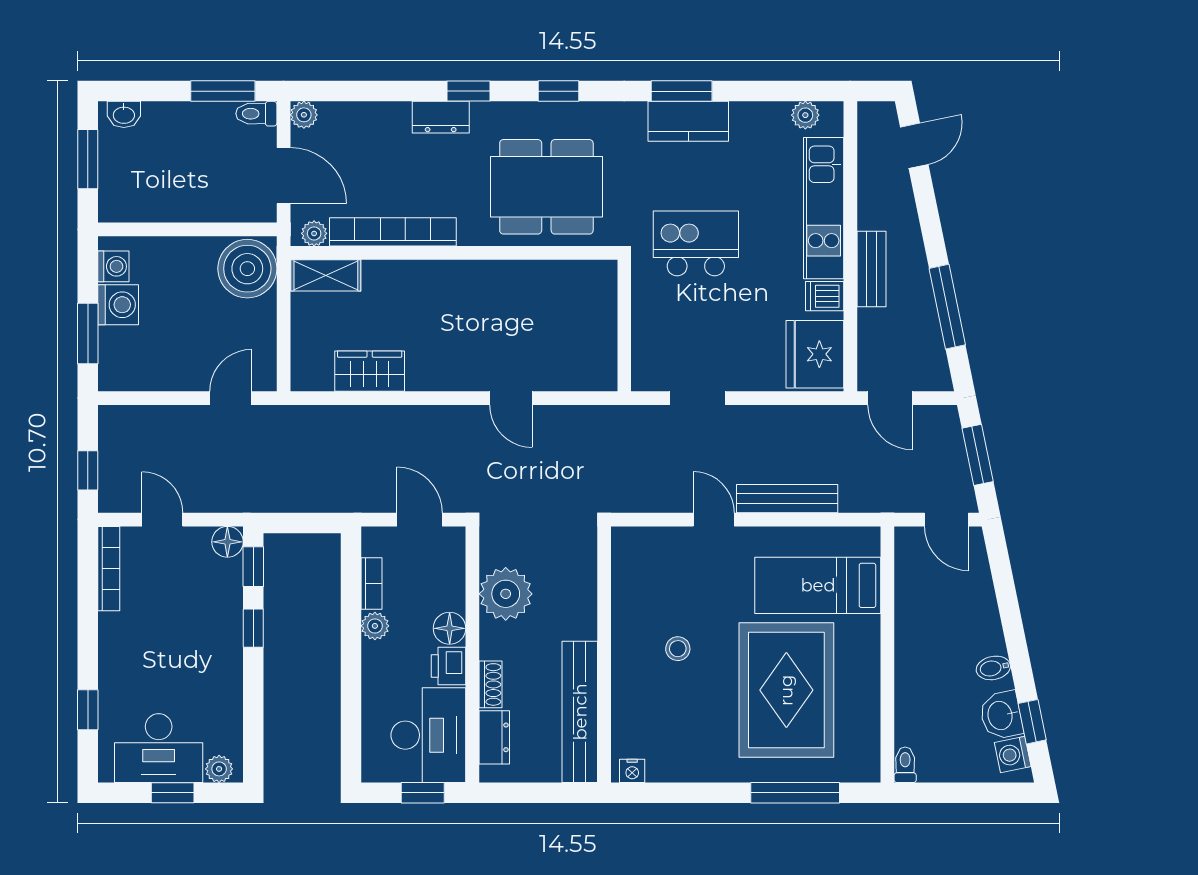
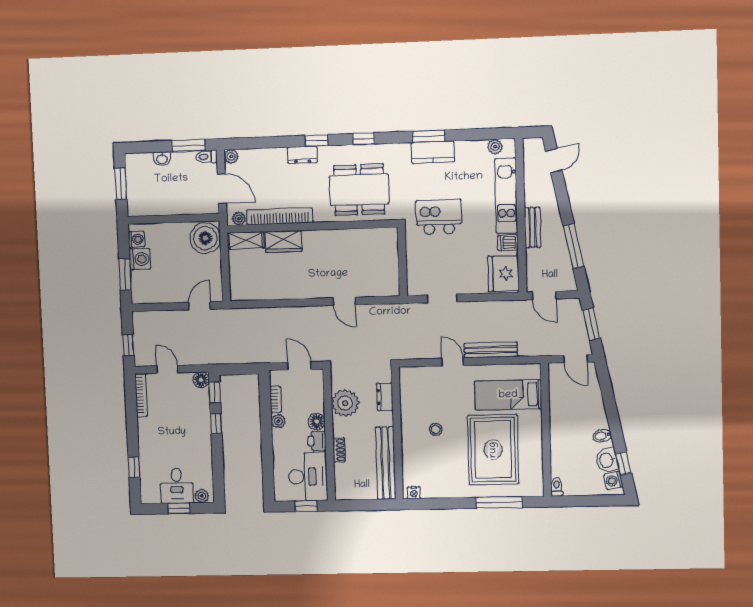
washbasin: (124, 114) -> (162, 159), moved
wardrobe: (370, 371) -> (283, 241), moved, turned 180
dresser: (494, 737) -> (385, 397), moved, turned 180
desk: (159, 748) -> (177, 486), width x0.73

